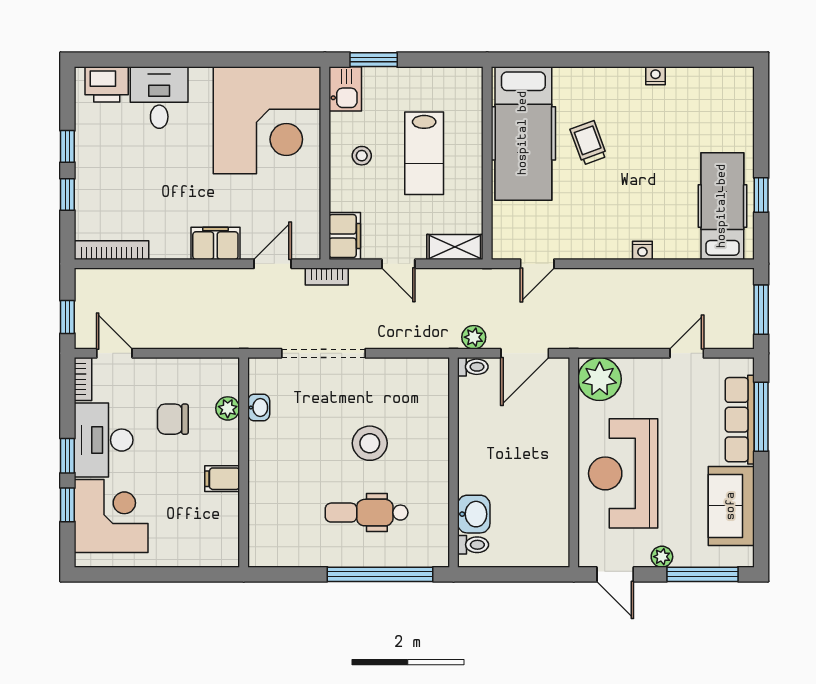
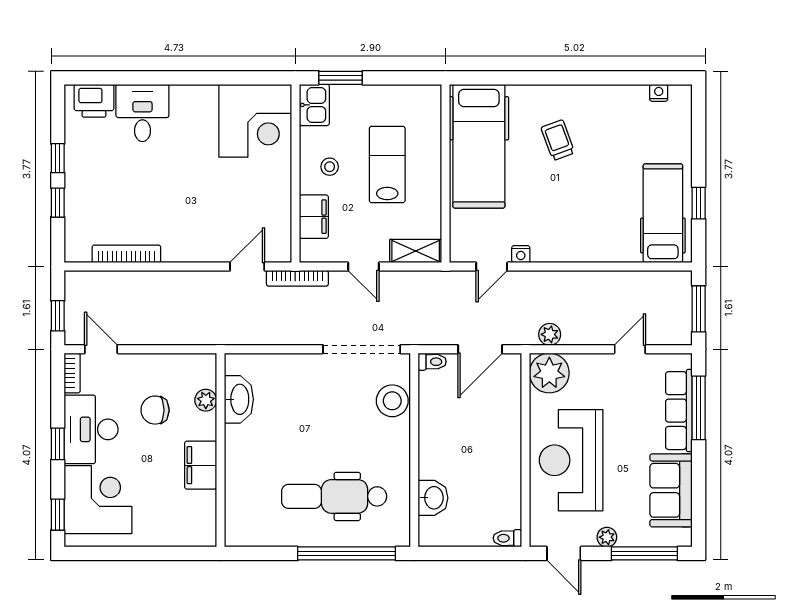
nightstand: (655, 76) -> (659, 93), moved
corner desk: (267, 120) -> (255, 121), width x0.74, depth x0.74
trolley: (589, 143) -> (558, 140), moved
lab bench: (424, 153) -> (387, 164), turned 180
filing cabinet: (345, 236) -> (314, 217), moved
filing cabinet: (215, 243) -> (194, 248), removed
bookcase: (112, 250) -> (126, 254), moved
nightstand: (642, 250) -> (521, 254), moved
bookcase: (327, 277) -> (297, 278), width x1.56
plant: (474, 337) -> (550, 334), moved
doorway: (323, 353) -> (362, 349), moved
washbasin: (259, 407) -> (239, 399), width x1.91, depth x1.45
stool: (370, 443) -> (392, 401), moved
filing cabinet: (222, 479) -> (201, 465), width x2.00
window: (67, 505) -> (58, 515), moved
dental chair: (367, 513) -> (334, 496), width x1.36, depth x1.38
toilet: (473, 545) -> (507, 538), moved, turned 180

